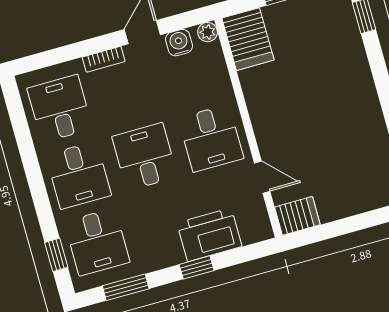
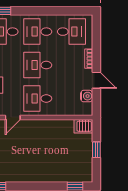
plant: (208, 32) -> (88, 111), removed
server rack: (248, 39) -> (83, 126), width x0.73, depth x0.70
desk: (145, 157) -> (38, 65), turned 180

